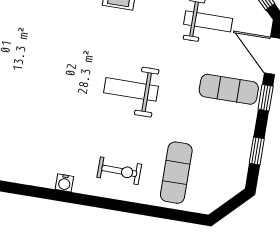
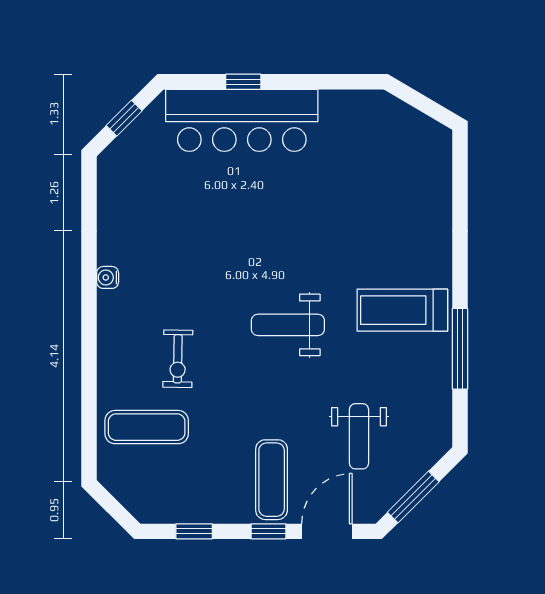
weight bench: (131, 89) -> (288, 325), moved, turned -90
exercise bike: (119, 171) -> (178, 359), moved

